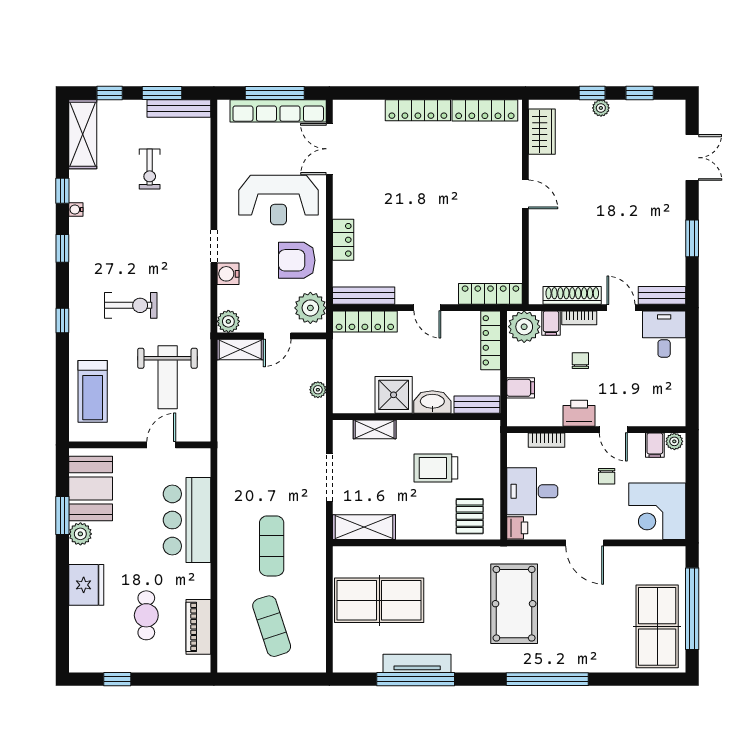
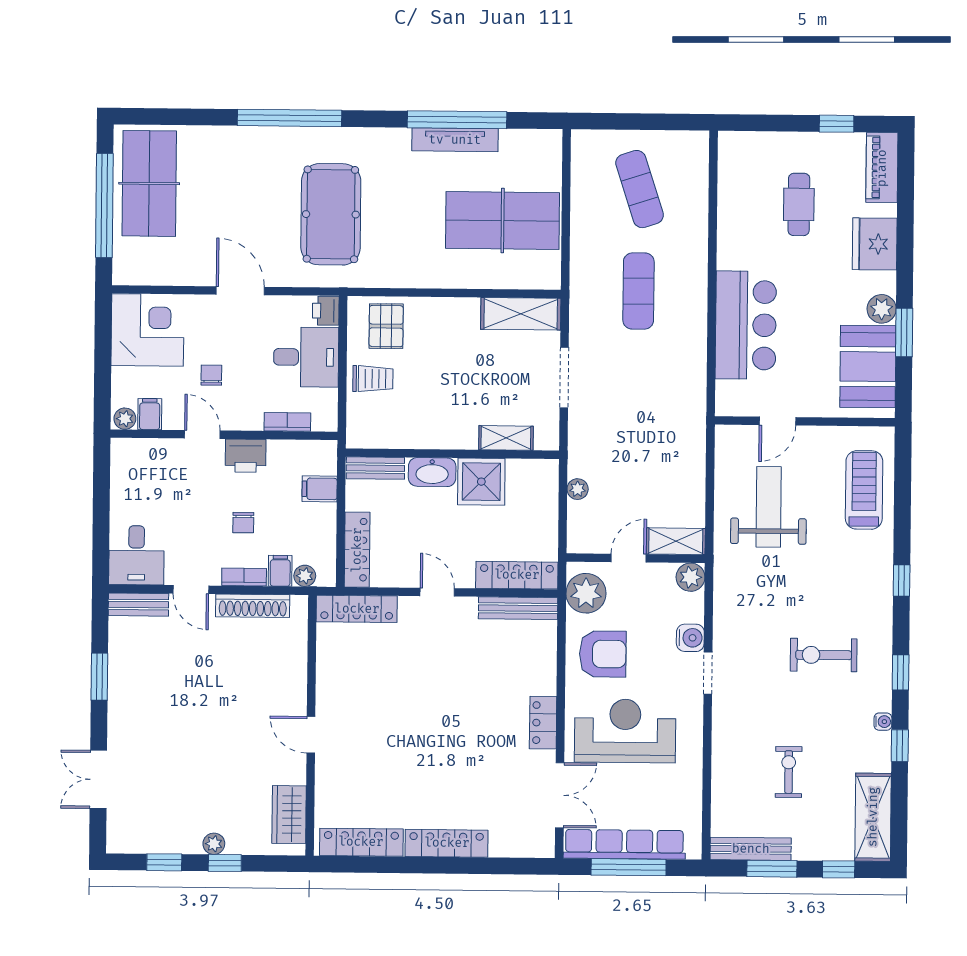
locker: (343, 240) -> (543, 723), moved
exercise bike: (131, 305) -> (824, 655), moved
plant: (524, 327) -> (305, 576), width x0.53, depth x0.53
trolley: (436, 468) -> (373, 379), moved, width x0.73, depth x0.72
piano: (198, 627) -> (882, 168), moved, turned 180

